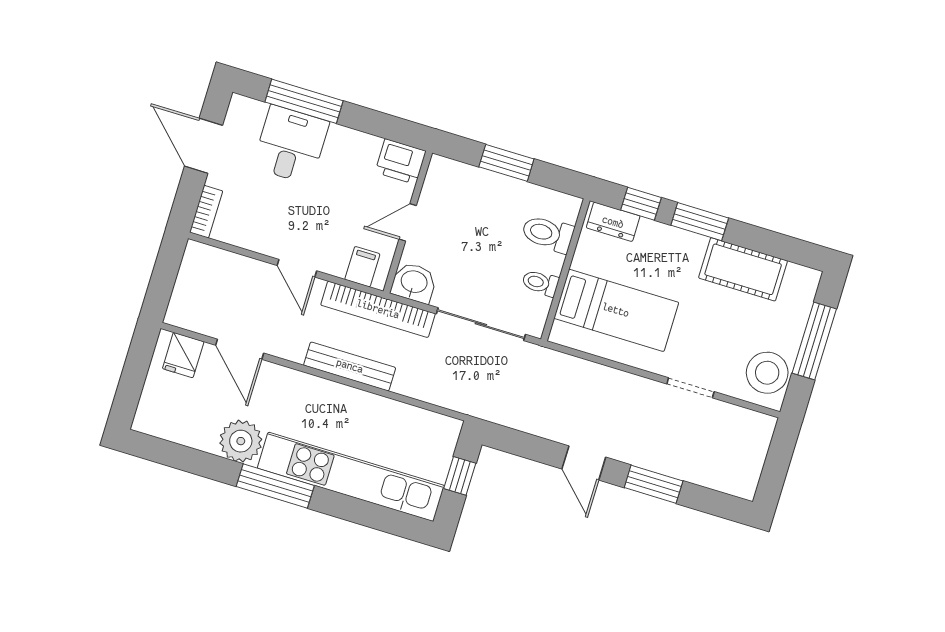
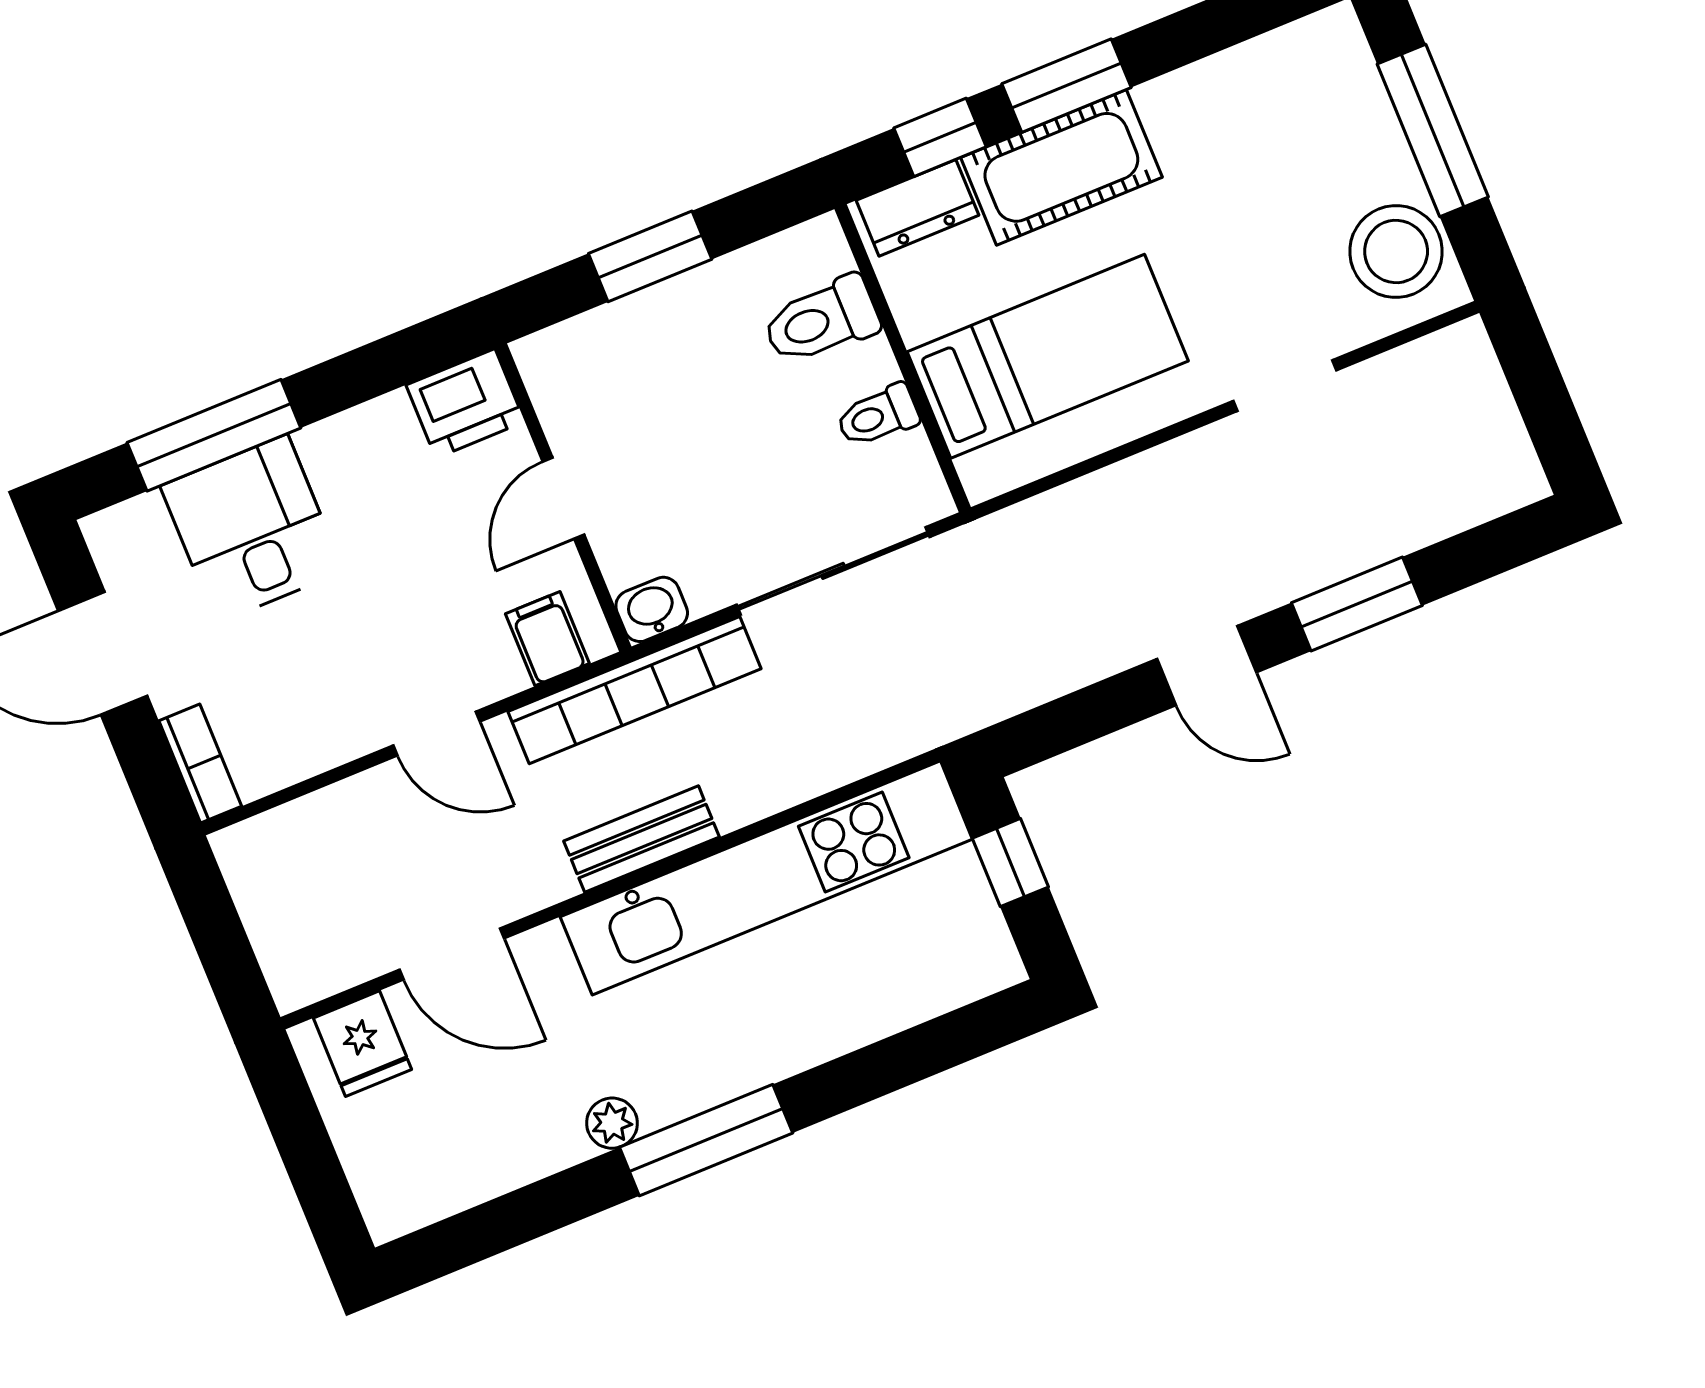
cot: (743, 269) -> (1061, 167), moved
washbasin: (414, 283) -> (652, 609), width x0.72, depth x0.69
bench: (350, 366) -> (642, 839), width x0.73
plant: (241, 441) -> (612, 1123), width x0.53, depth x0.53
kitchen unit: (351, 477) -> (766, 878), moved, turned 180

